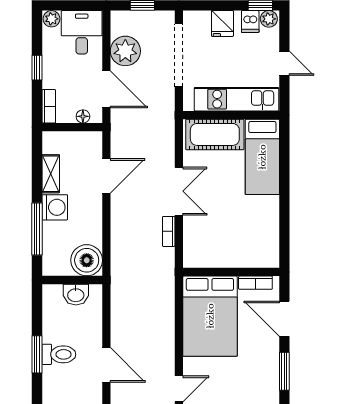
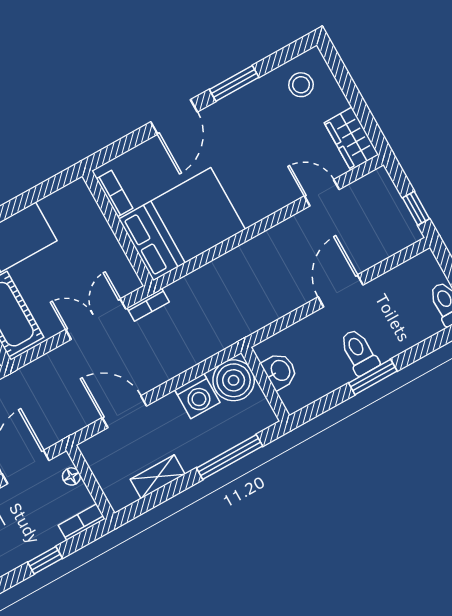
washing machine: (55, 207) -> (197, 396), moved, turned 180
wall: (231, 272) -> (118, 228), moved
bookcase: (255, 283) -> (115, 194), moved
bed: (210, 316) -> (182, 224), moved

